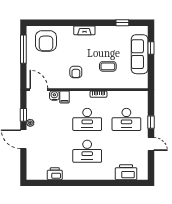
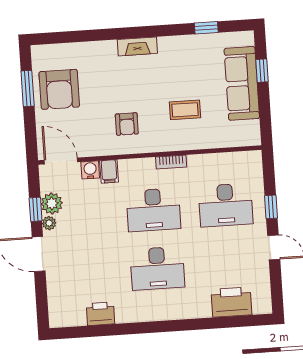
armchair: (46, 41) -> (59, 89), moved
window: (23, 49) -> (28, 89), width x0.69
plant: (32, 112) -> (52, 203), added

